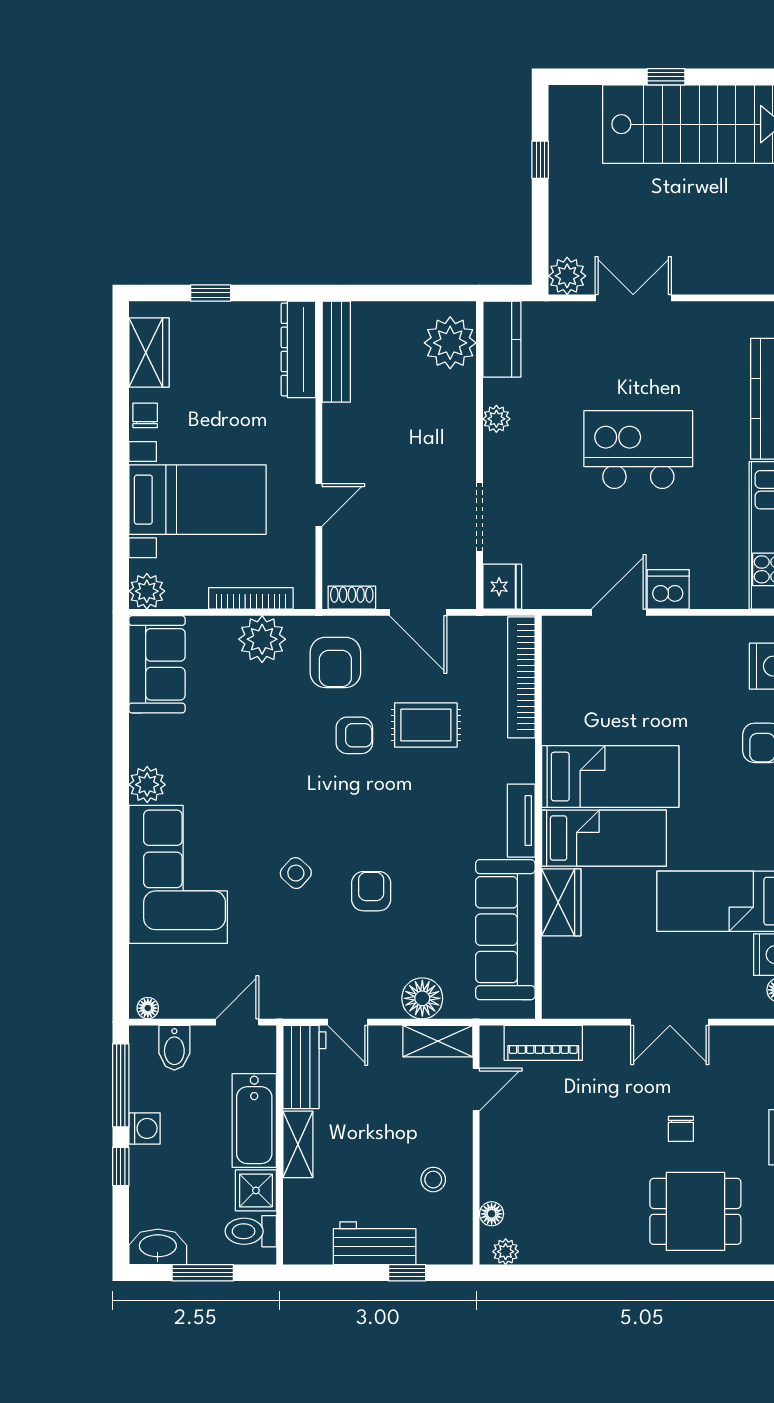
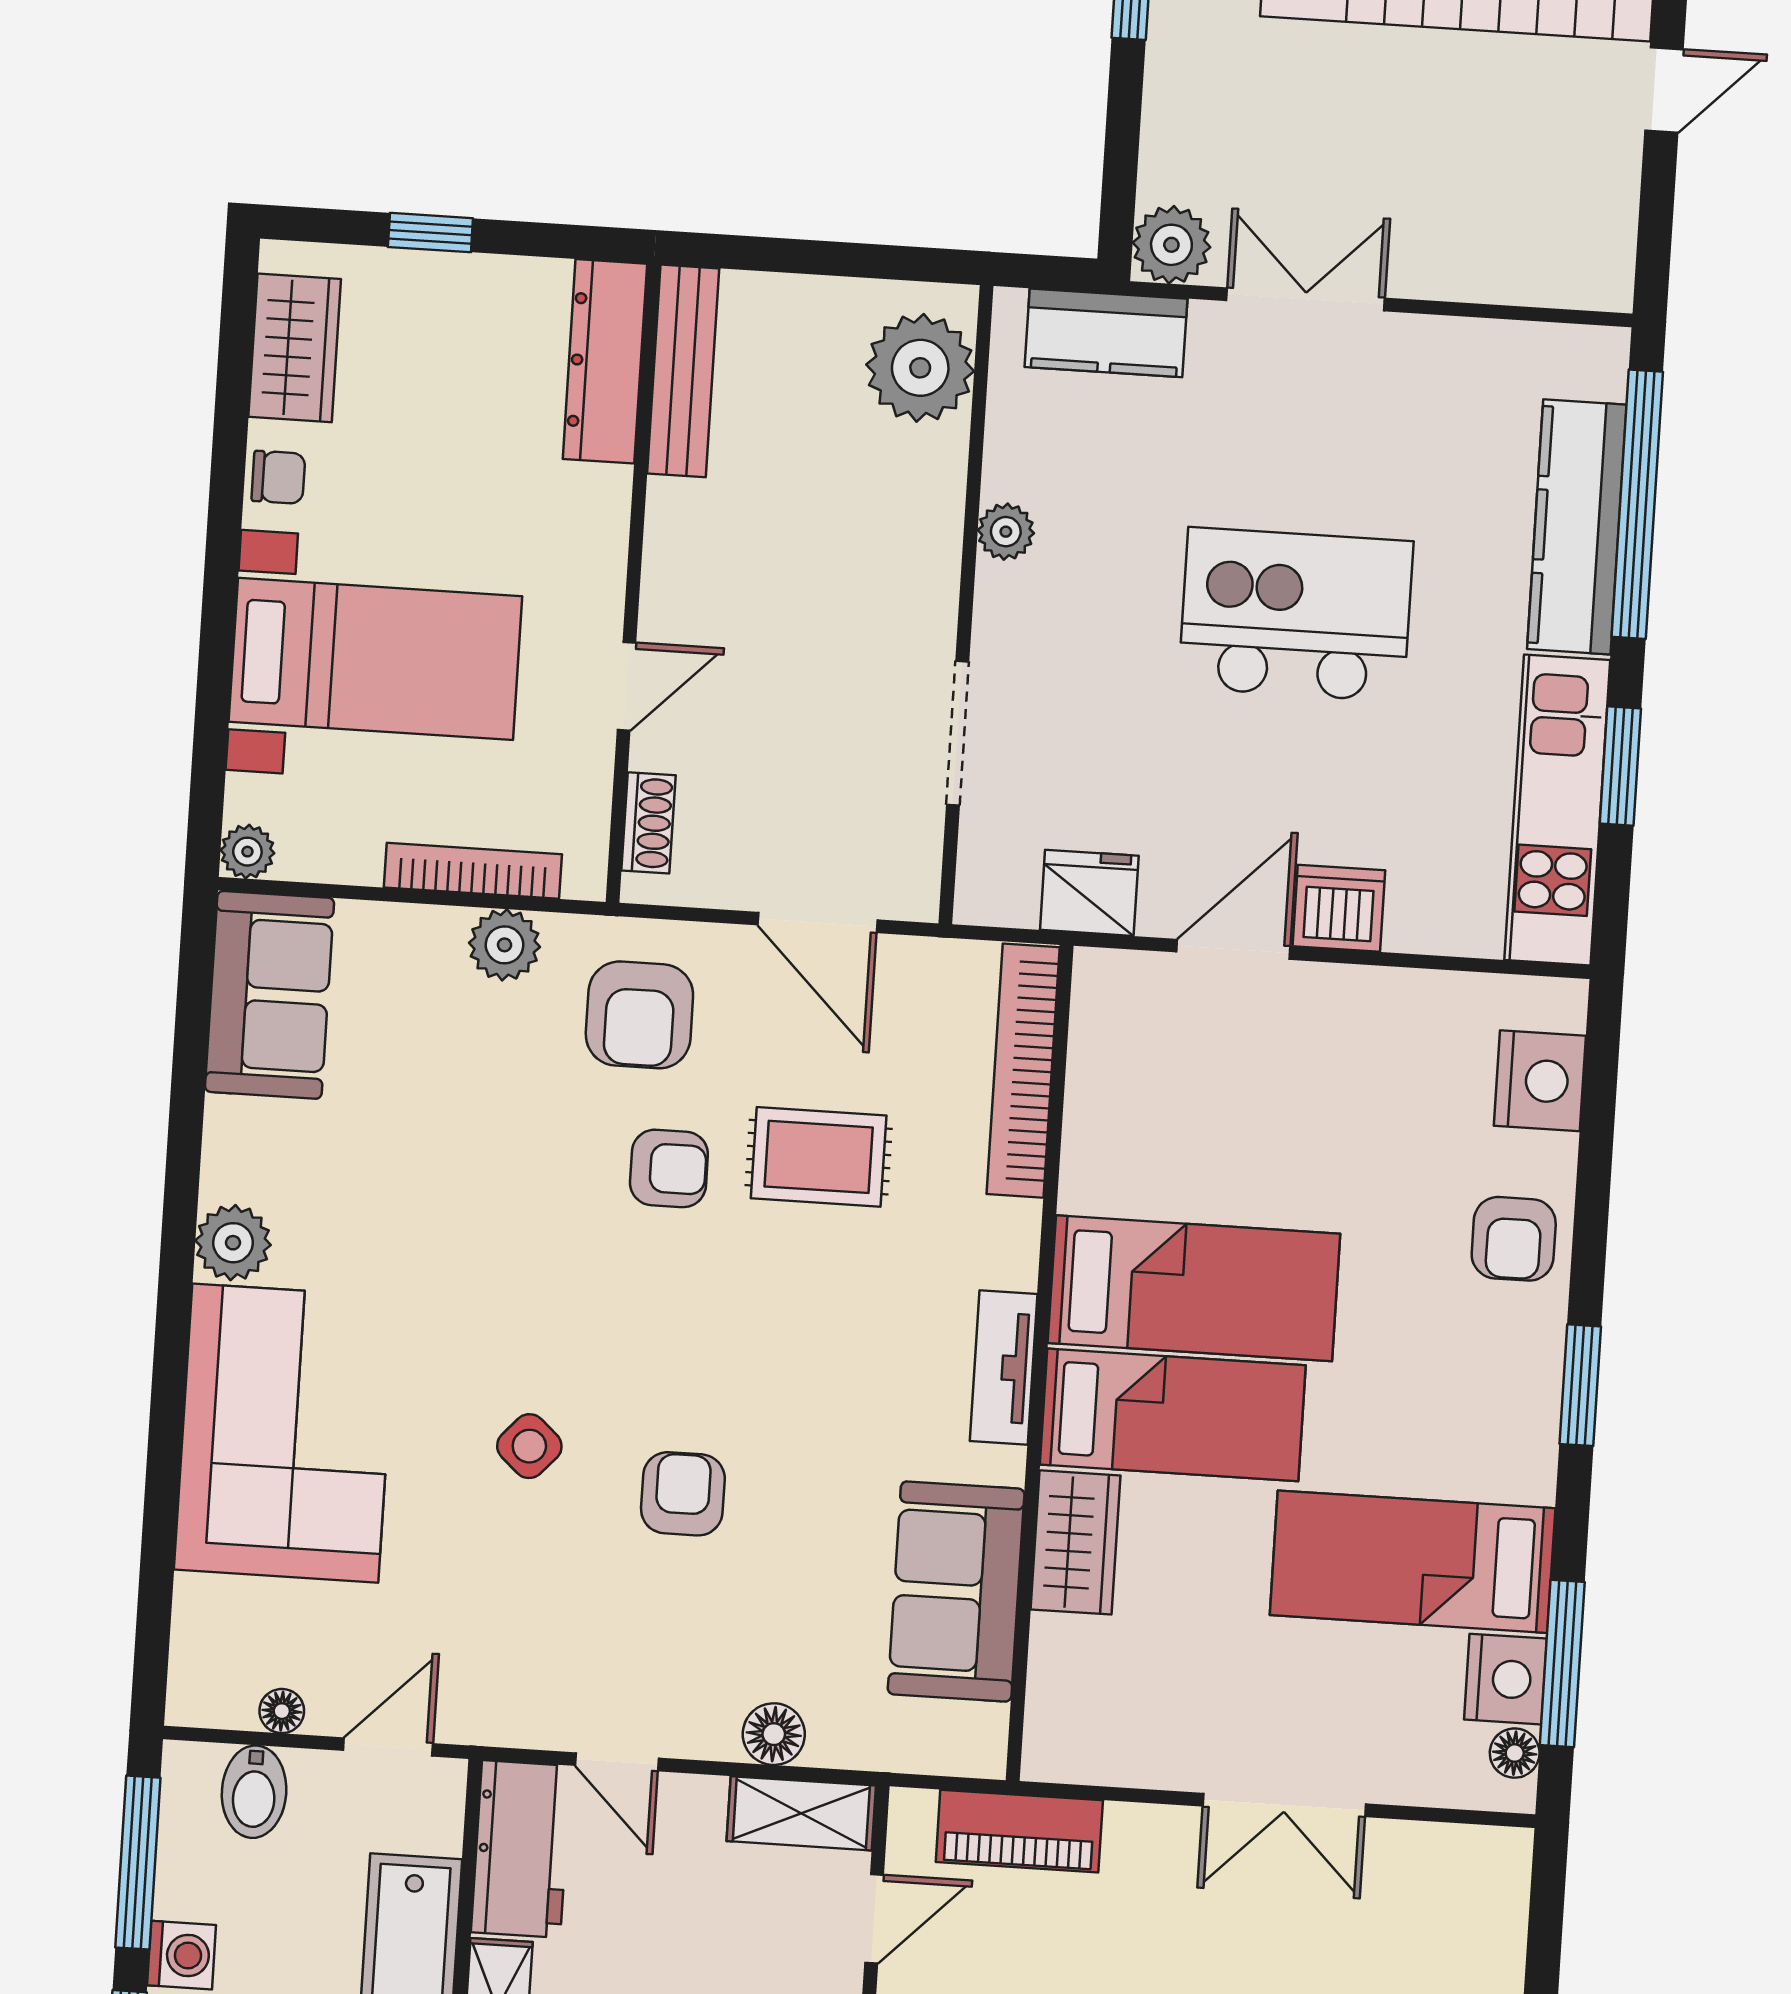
kitchen counter: (502, 339) -> (1106, 333), moved, turned 90
chair: (145, 415) -> (278, 477), turned 90
fridge: (502, 587) -> (1089, 893), moved, turned -90
plant: (147, 591) -> (247, 852), width x0.73, depth x0.73
shoe rack: (352, 598) -> (649, 823), moved, turned 90
plant: (262, 639) -> (505, 945), width x0.73, depth x0.73
sofa: (505, 930) -> (956, 1591), width x0.73
floor lamp: (422, 998) -> (774, 1734), width x0.73, depth x0.73
floor lamp: (148, 1008) -> (282, 1711), moved

